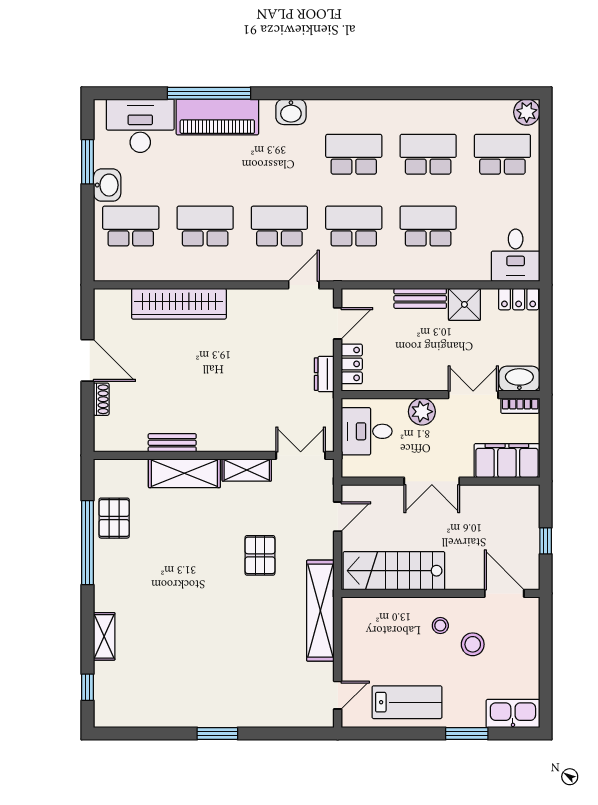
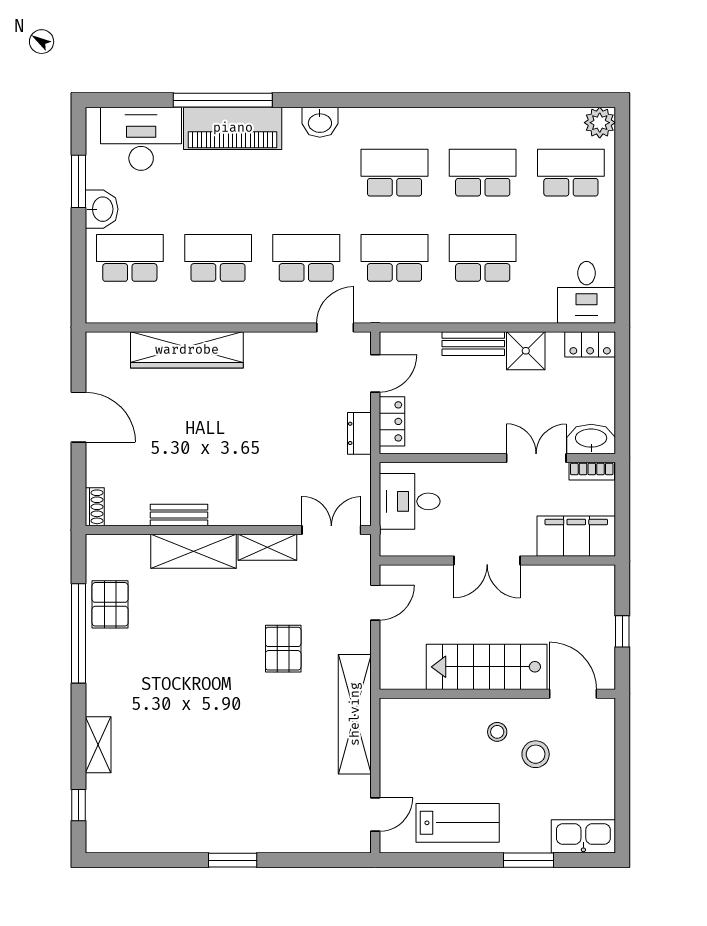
shoe rack: (101, 399) -> (95, 507), moved
plant: (422, 412) -> (475, 478), removed
stairs: (394, 571) -> (487, 667), moved

